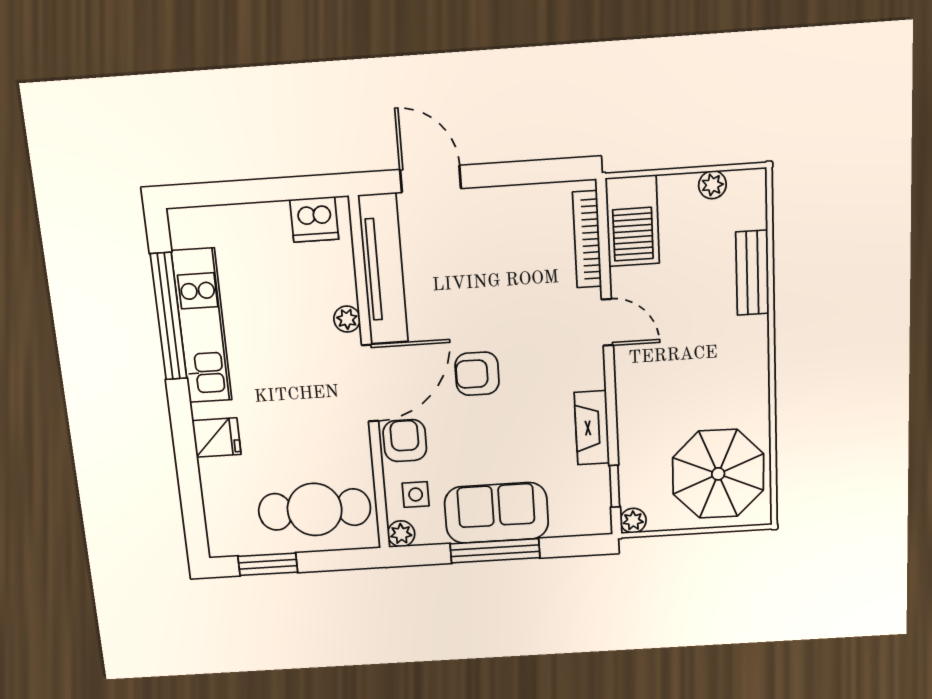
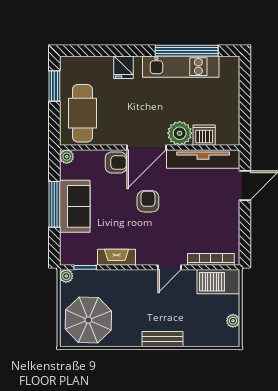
dishwasher: (314, 219) -> (204, 135), moved, turned 90
bench: (752, 273) -> (162, 339), moved
plant: (347, 319) -> (180, 133), width x1.87, depth x1.87
door: (370, 383) -> (146, 147), hinge flipped
side table: (416, 495) -> (87, 166), removed

